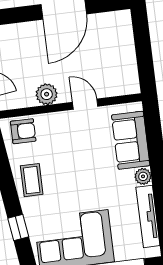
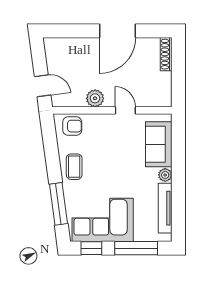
shoe rack: (126, 30) -> (166, 54), added
window: (18, 228) -> (58, 204), width x2.17

